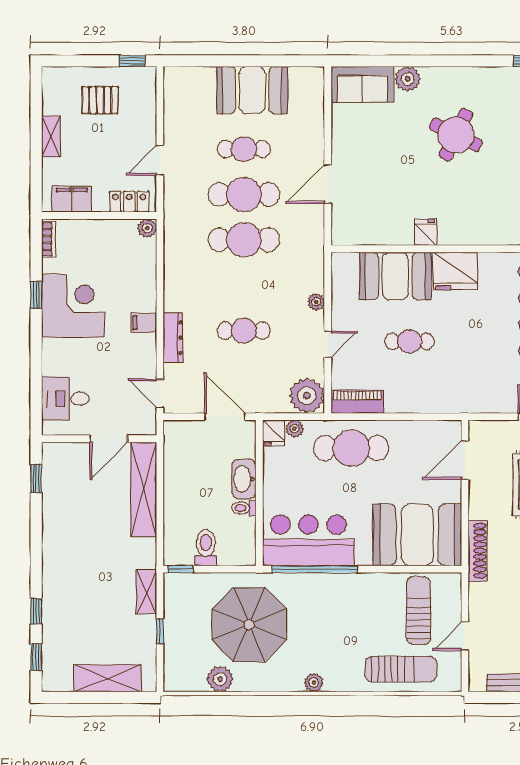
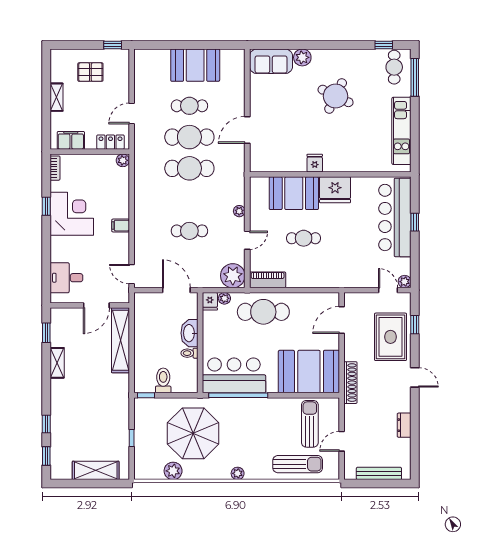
dresser: (173, 338) -> (141, 236), removed
shelving: (146, 592) -> (57, 363), moved

